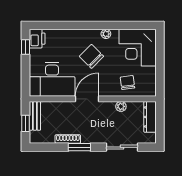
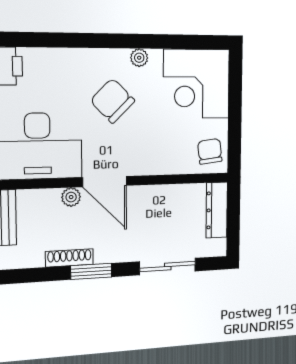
chair: (127, 83) -> (210, 151), moved
door: (87, 99) -> (105, 182), swing flipped
plant: (121, 106) -> (71, 197), moved

